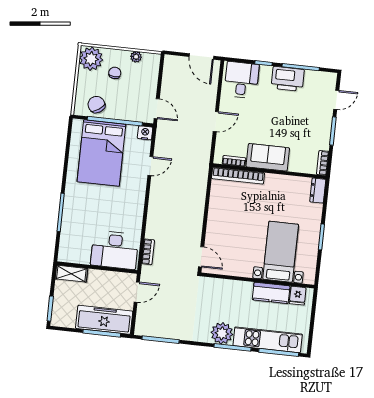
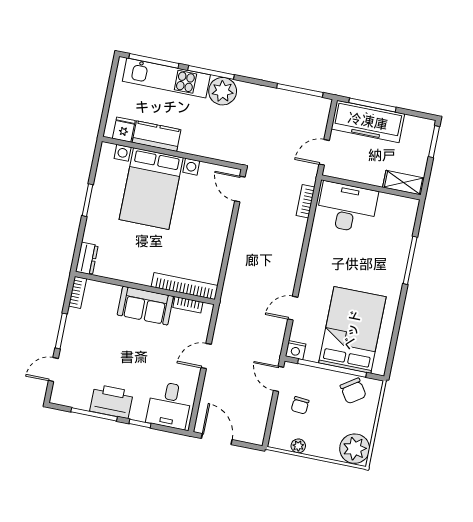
chair: (115, 73) -> (300, 405), moved
bed with nightstands: (281, 252) -> (151, 189), width x1.36

